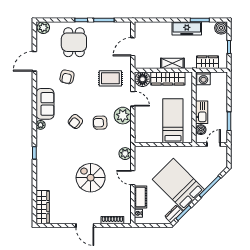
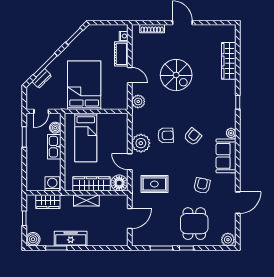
bed: (178, 184) -> (84, 85), moved, turned -135
wardrobe: (43, 207) -> (229, 61), moved
dresser: (174, 214) -> (42, 79), moved

